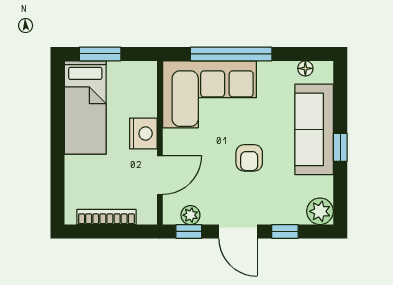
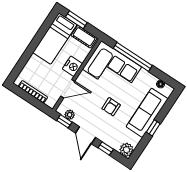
cot: (131, 73) -> (84, 37), added

